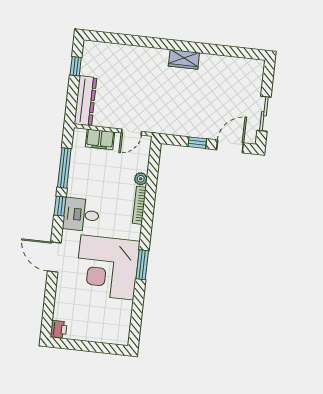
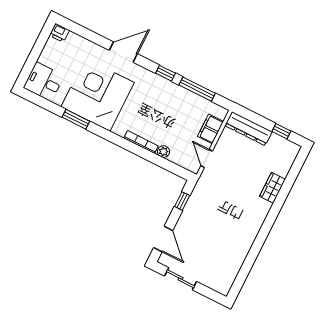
wardrobe: (184, 59) -> (272, 188), moved
window: (197, 143) -> (182, 201), moved
desk: (81, 215) -> (44, 82), moved, turned -90
window: (142, 265) -> (76, 119), moved

